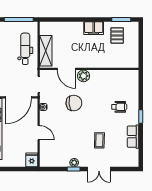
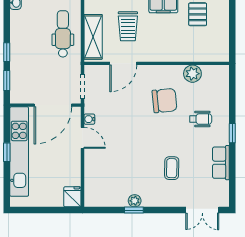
trolley: (70, 44) -> (128, 26), added
door: (66, 69) -> (123, 63), hinge flipped
plant: (83, 76) -> (192, 74), moved
chair: (74, 103) -> (164, 101), moved
door: (39, 133) -> (82, 138), moved
double door: (99, 169) -> (202, 210), moved

